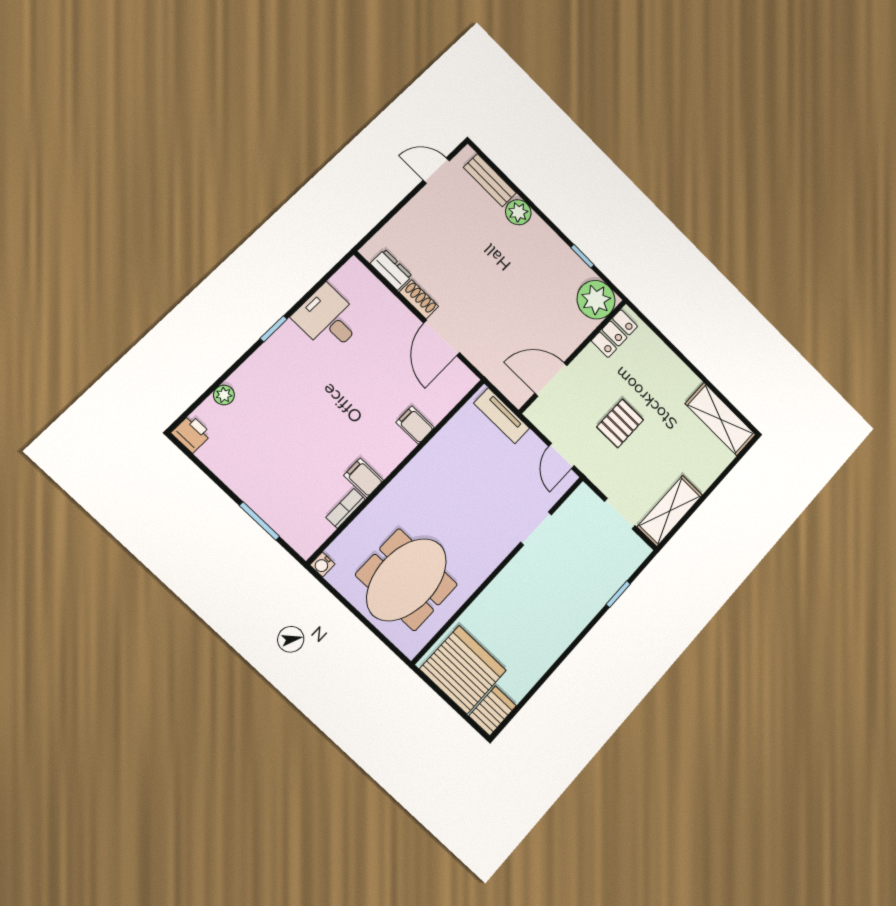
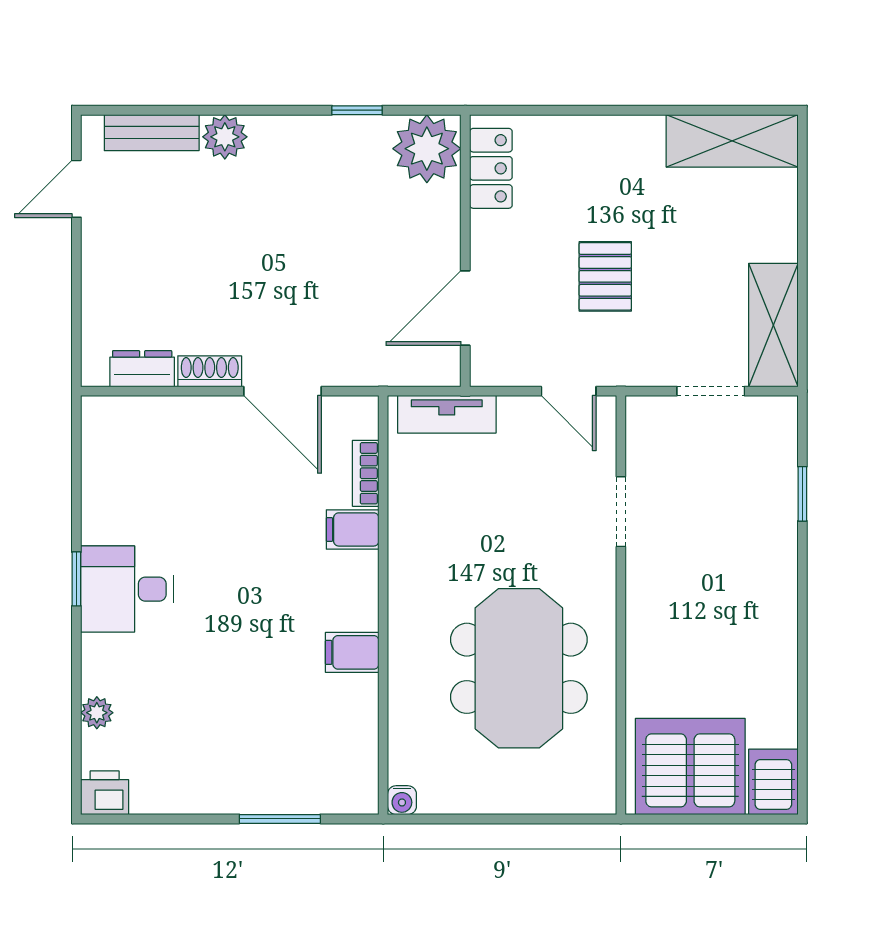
desk: (328, 319) -> (127, 589), moved
bookcase: (346, 508) -> (366, 473), moved
meeting table: (407, 580) -> (519, 668), moved

